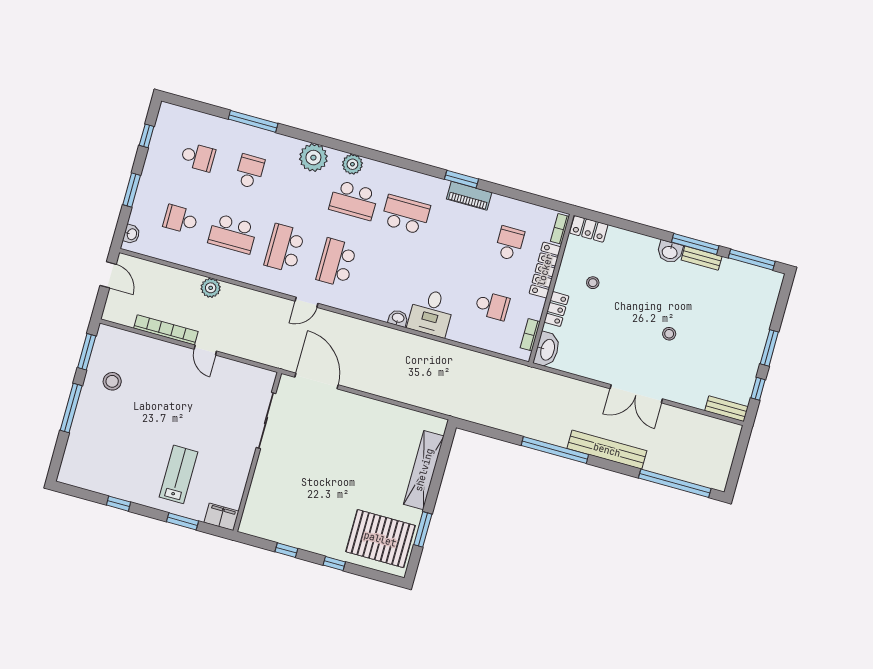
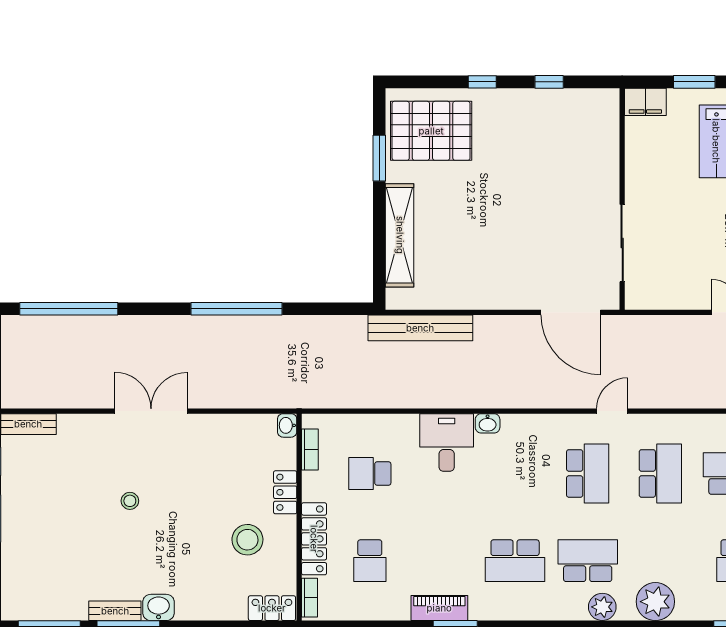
stool: (593, 283) -> (247, 540), width x1.89, depth x1.89
washbasin: (547, 350) -> (287, 425), width x0.52, depth x0.69
bench: (607, 450) -> (420, 328), moved

